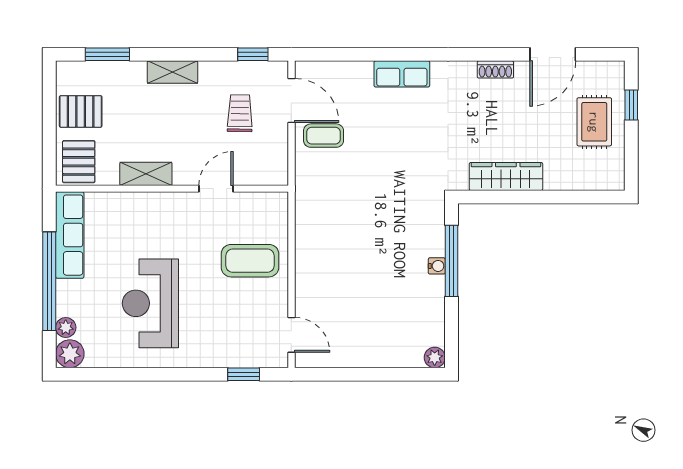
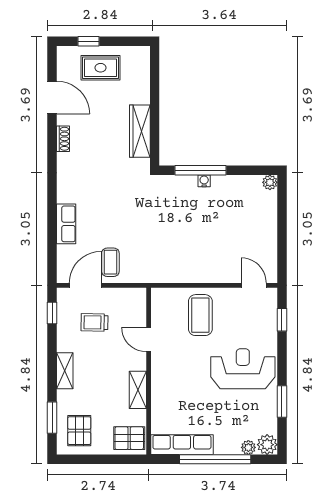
row of seats: (402, 74) -> (66, 224), moved
pallet: (81, 111) -> (79, 431), moved
reception desk: (150, 303) -> (243, 369), moved, turned 180
door: (291, 335) -> (254, 285), hinge flipped
window: (130, 374) -> (282, 402), added

